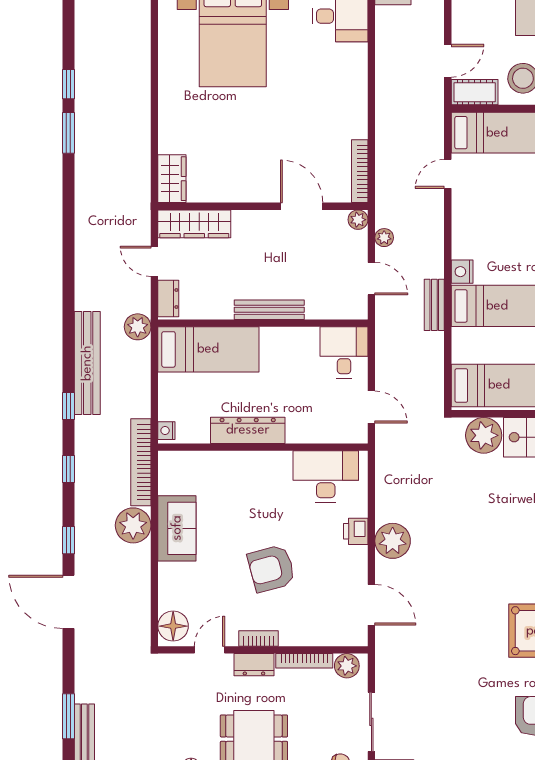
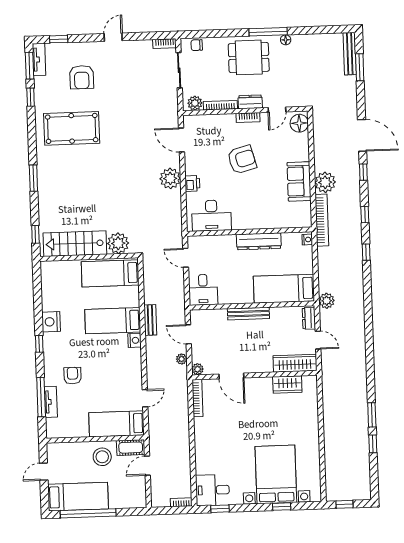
wardrobe: (172, 179) -> (287, 384), moved, turned -90
bench: (87, 363) -> (356, 278), removed

